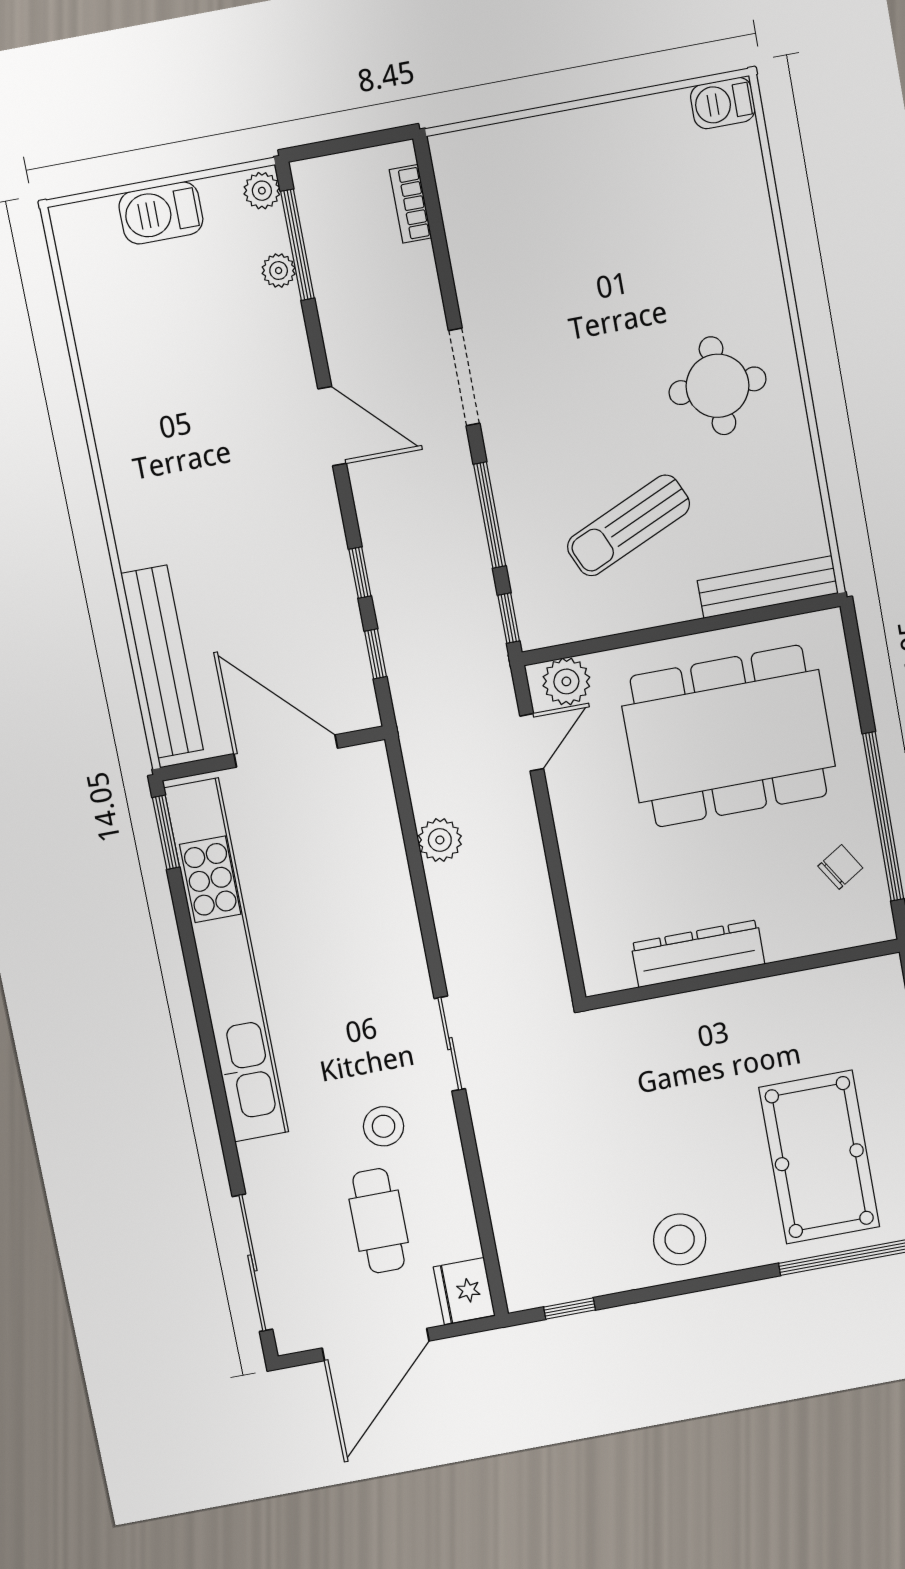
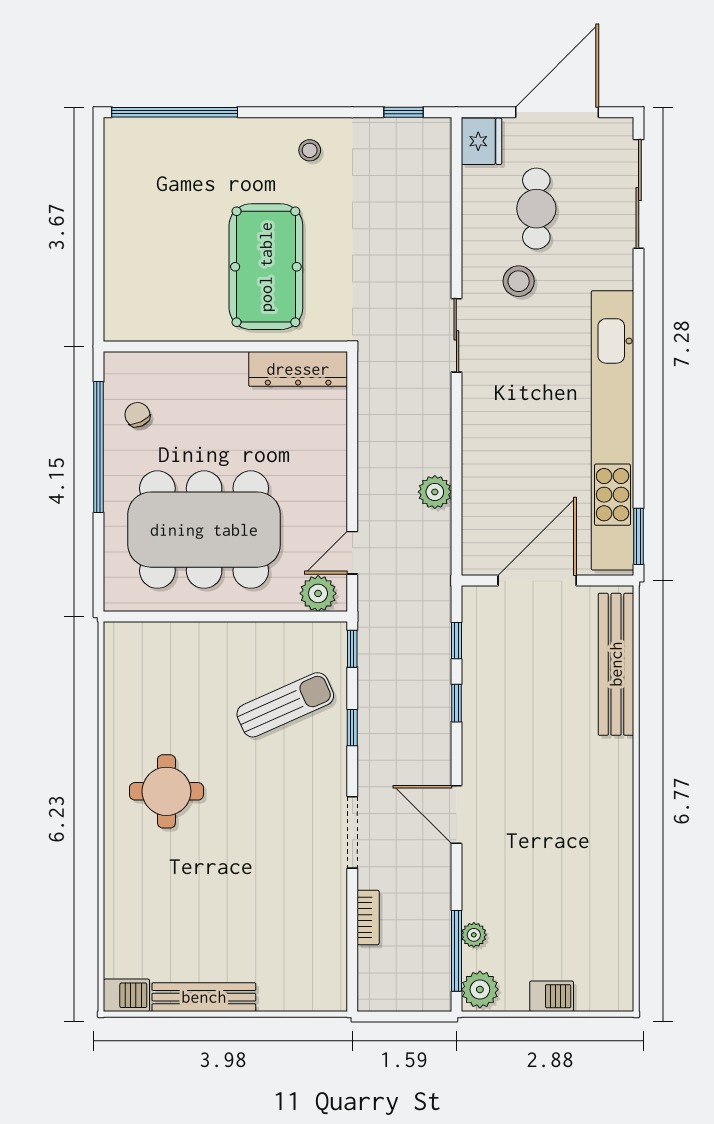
plant: (262, 191) -> (480, 989), width x1.38, depth x1.38
bookcase: (410, 204) -> (368, 917), moved
barbecue: (161, 213) -> (552, 996), width x0.73, depth x0.79
window: (490, 515) -> (352, 728), width x0.46
sun lounger: (628, 525) -> (285, 705), moved
bench: (768, 587) -> (204, 997), moved
door: (286, 751) -> (537, 581), swing flipped
chair: (840, 867) -> (137, 415), turned 98
dresser: (698, 954) -> (298, 369), moved
pool table: (819, 1157) -> (266, 267), moved
stool: (680, 1239) -> (310, 150), width x0.53, depth x0.53

